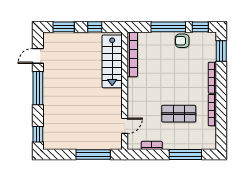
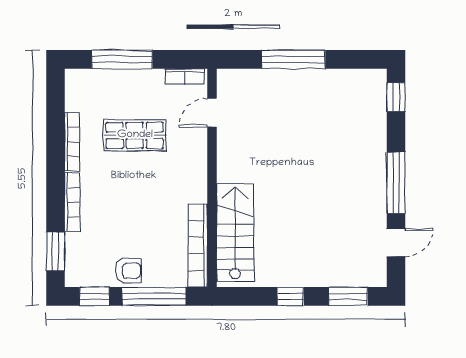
bookcase: (132, 54) -> (198, 245), moved
stairs: (112, 61) -> (235, 232), moved
wall: (125, 91) -> (212, 178), moved
door: (125, 126) -> (212, 113), moved

